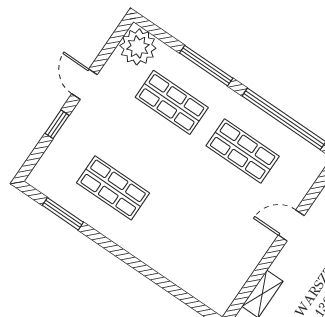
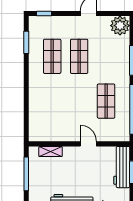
shop shelf: (172, 102) -> (79, 56), moved
window: (57, 124) -> (44, 14), moved

